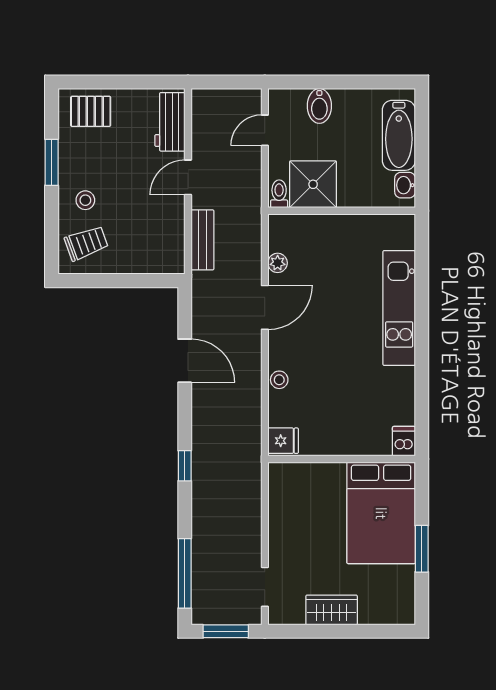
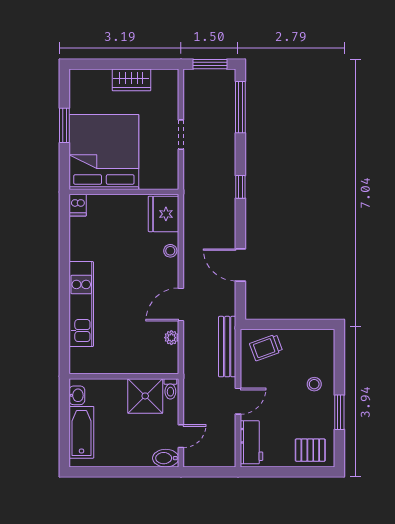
bidet: (319, 106) -> (166, 458), moved, turned -90
bench: (203, 240) -> (227, 347), width x1.36
trolley: (86, 243) -> (266, 347), moved
fridge: (283, 441) -> (164, 214), width x1.88, depth x1.34
bed: (381, 513) -> (104, 152), width x1.36
doorway: (265, 587) -> (181, 135), moved

